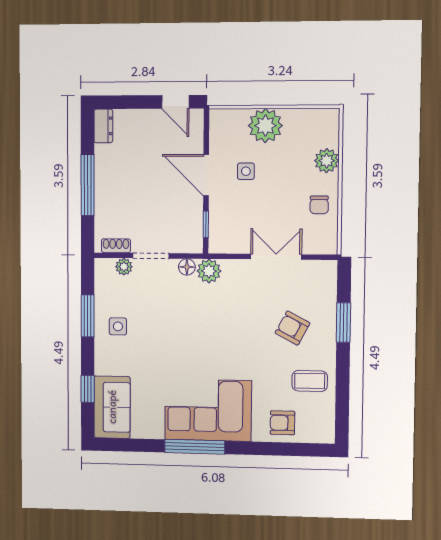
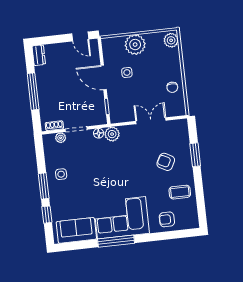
plant: (327, 161) -> (171, 40), moved
window: (88, 316) -> (44, 186), moved
sofa: (112, 407) -> (76, 230), moved, turned -90

